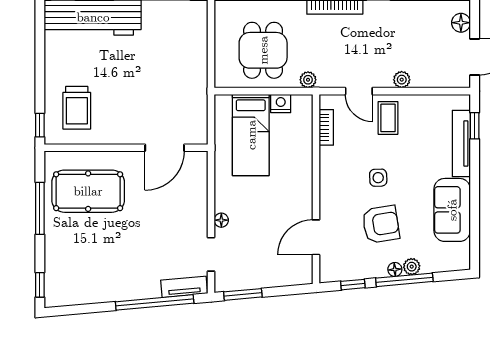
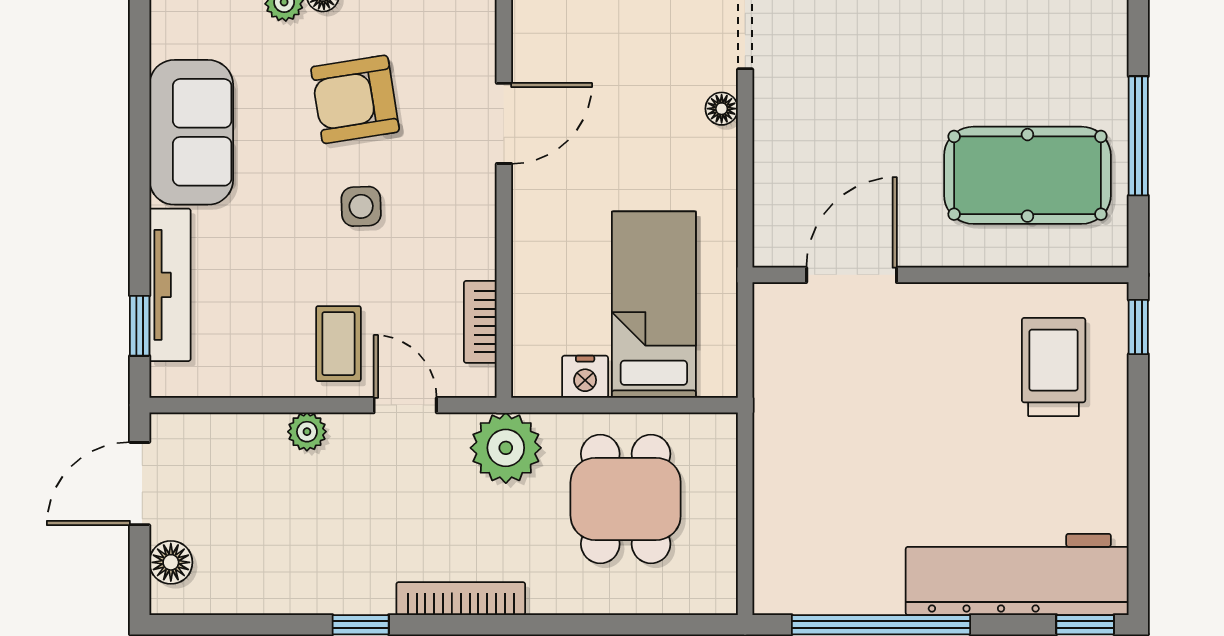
plant: (308, 80) -> (506, 448), width x1.88, depth x1.88
door: (316, 237) -> (504, 123), moved

